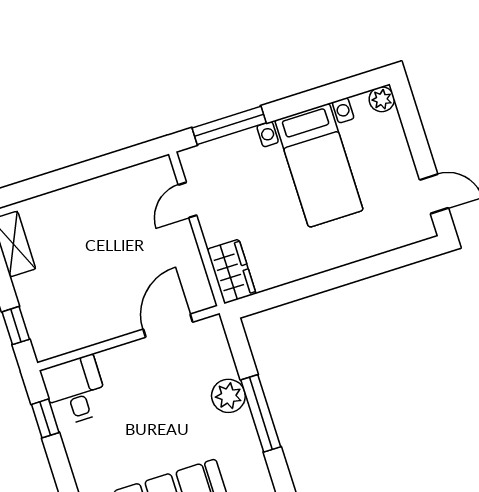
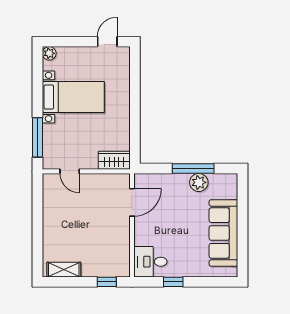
door: (168, 326) -> (132, 202), swing flipped
plant: (228, 396) -> (199, 182), moved
window: (45, 418) -> (173, 282), moved

